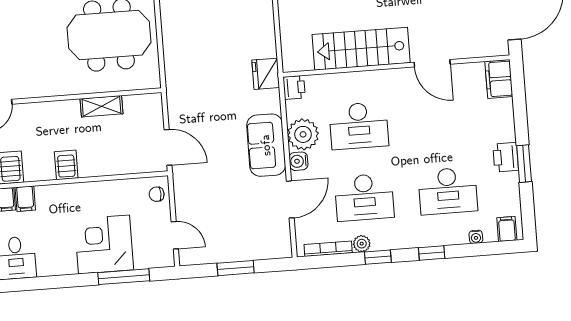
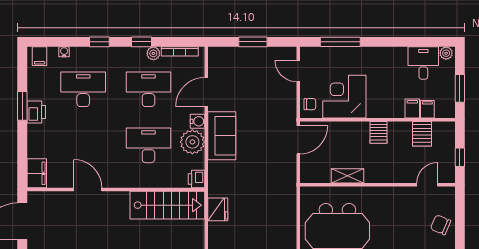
stairs: (361, 49) -> (167, 205), moved
fridge: (266, 74) -> (218, 209), moved
door: (168, 147) -> (298, 140), swing flipped
corner desk: (104, 244) -> (344, 97), moved, turned 180

